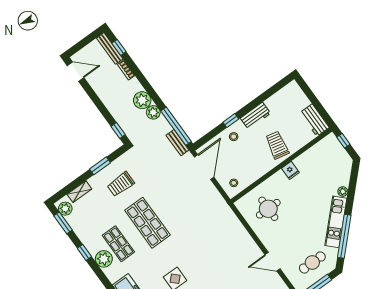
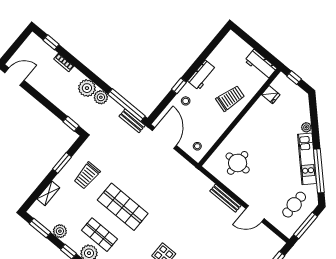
bench: (110, 48) -> (225, 198), moved
trolley: (277, 145) -> (230, 98), turned 94
fridge: (290, 170) -> (271, 95), moved
plant: (65, 209) -> (60, 231), moved

